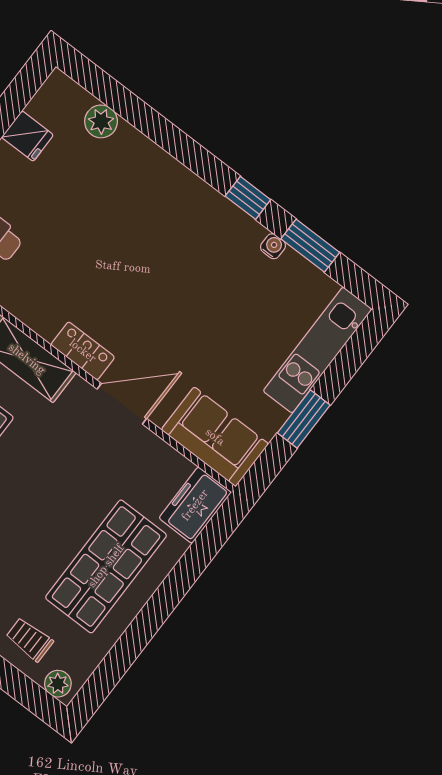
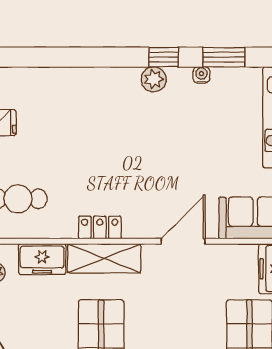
plant: (101, 121) -> (154, 79), moved
locker: (83, 351) -> (100, 227), moved

